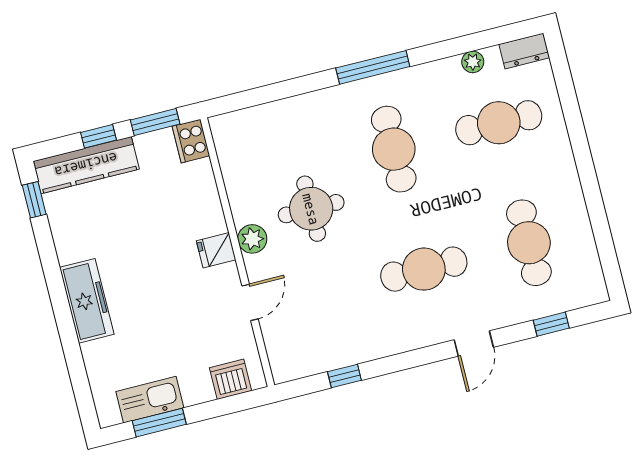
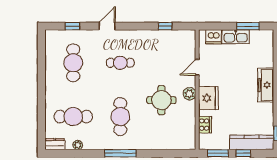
cooker: (191, 141) -> (205, 125), moved
fridge: (216, 250) -> (208, 98), width x1.88, depth x1.34
cafe table: (424, 269) -> (120, 63), width x0.73, depth x0.74
kitchen sink: (150, 400) -> (236, 37), moved

